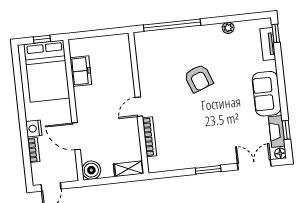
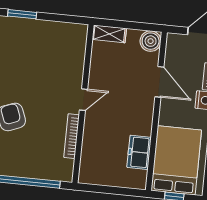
bookcase: (149, 137) -> (72, 136), moved

